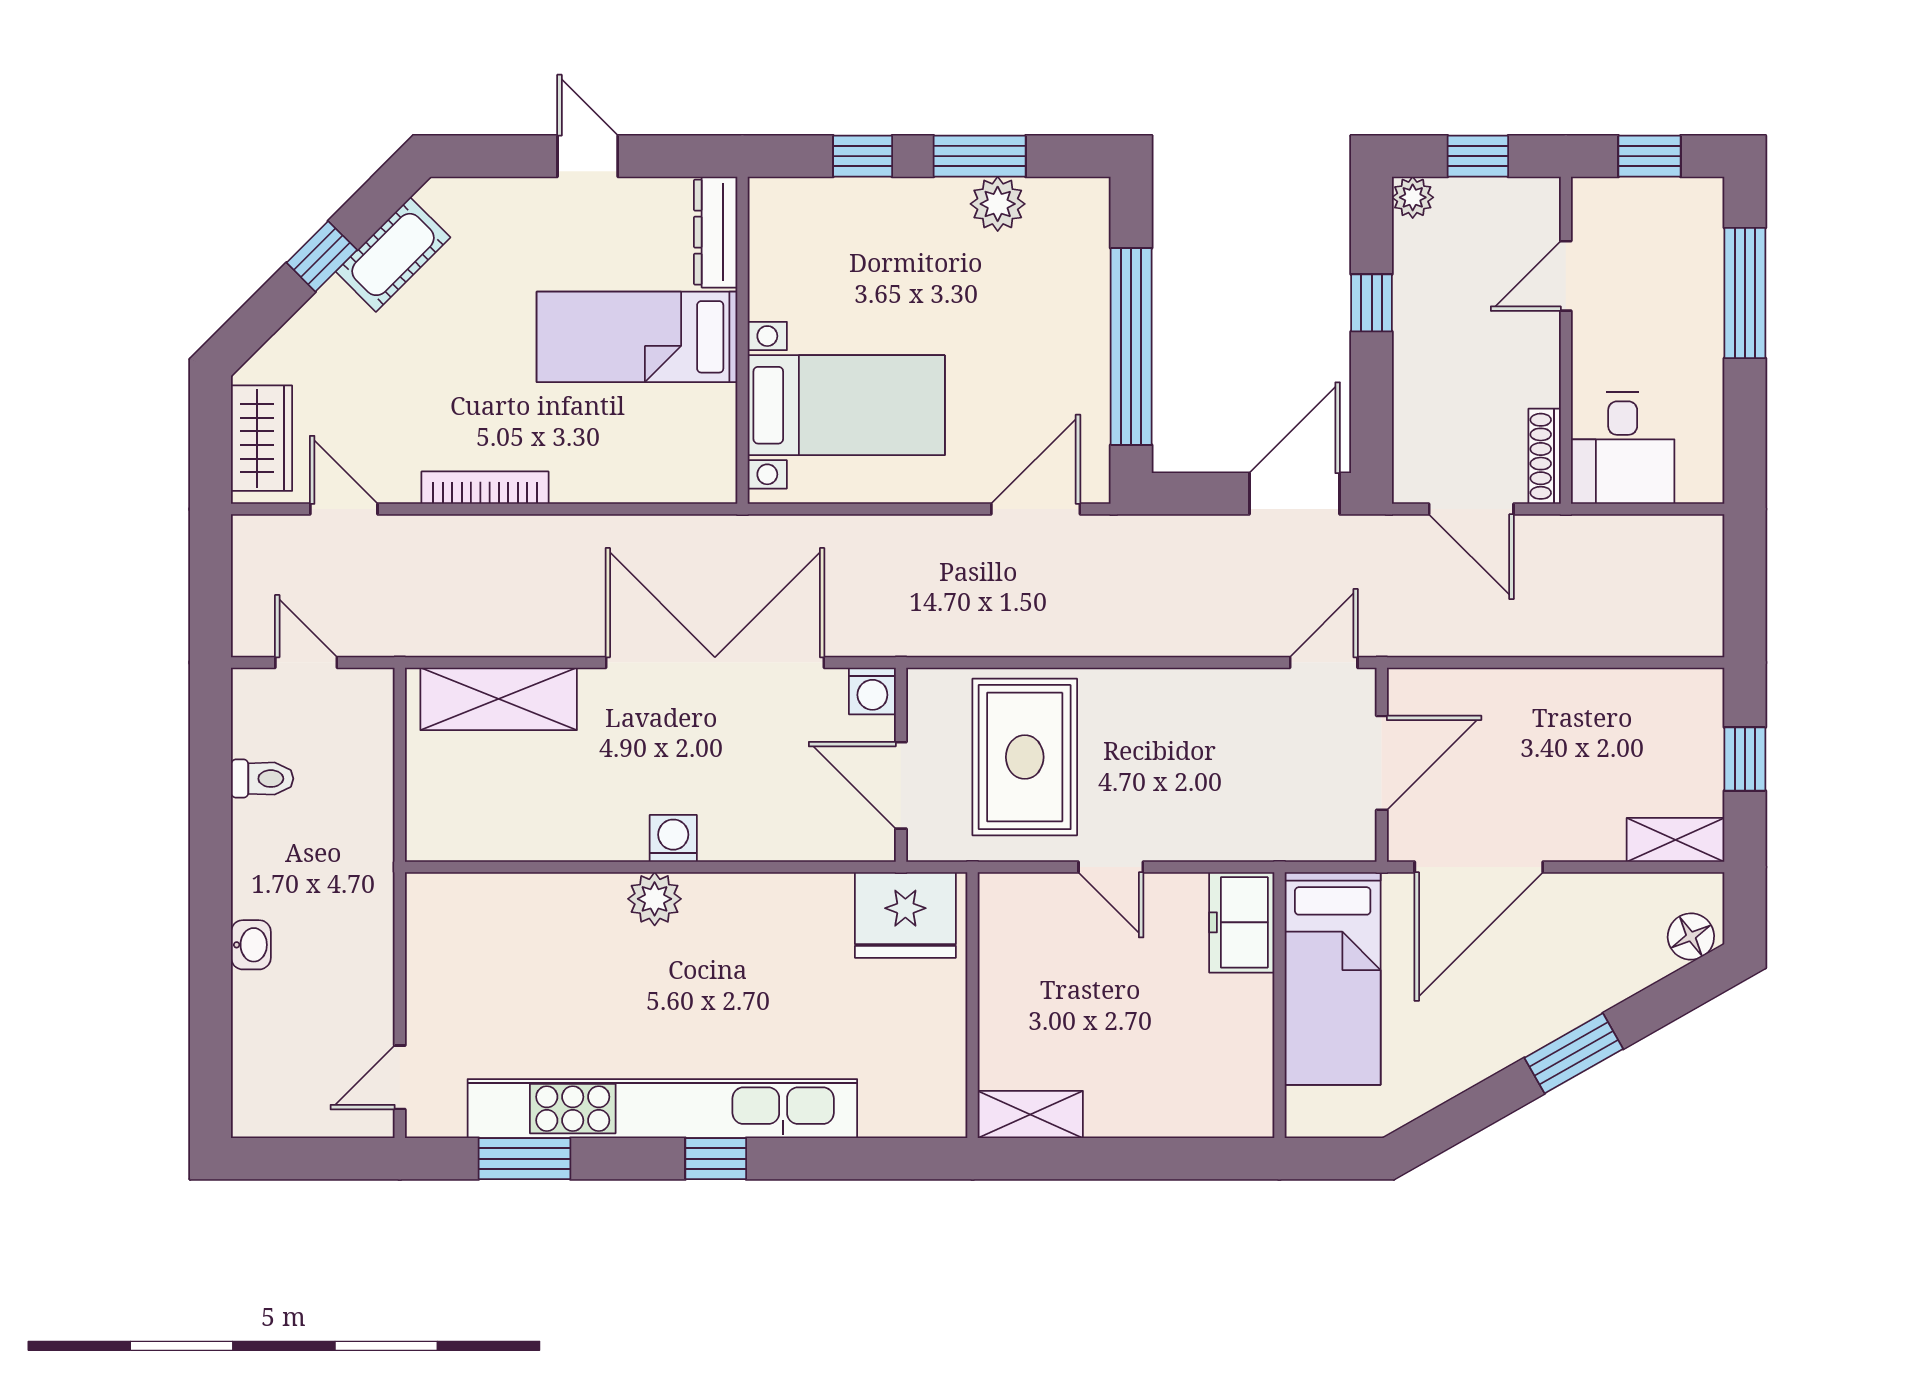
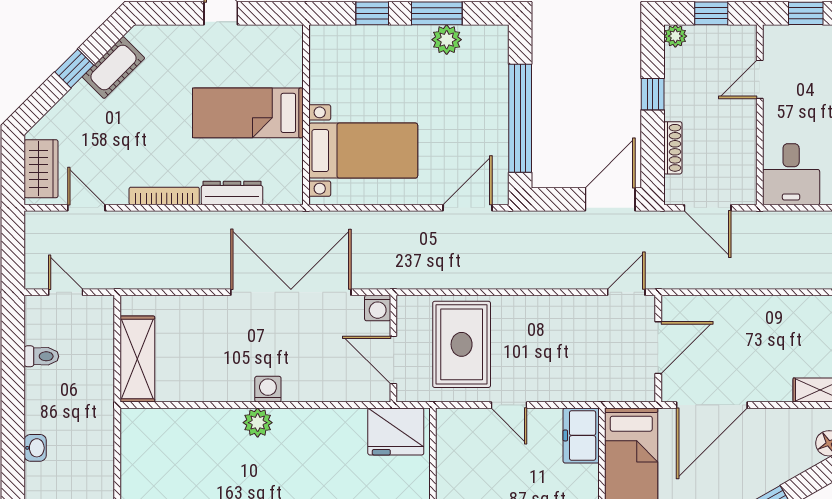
dresser: (716, 232) -> (232, 193), moved, turned 90
shoe rack: (1545, 456) -> (673, 148), moved, turned 180
shelving: (499, 699) -> (137, 359), moved, turned 90

